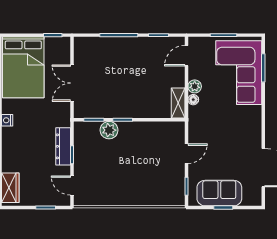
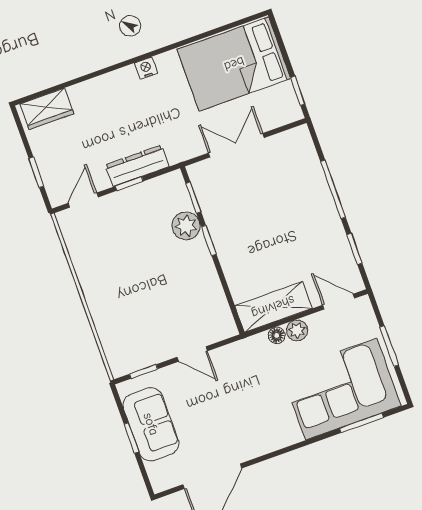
shelving: (178, 103) -> (273, 307), width x1.50, depth x1.33

